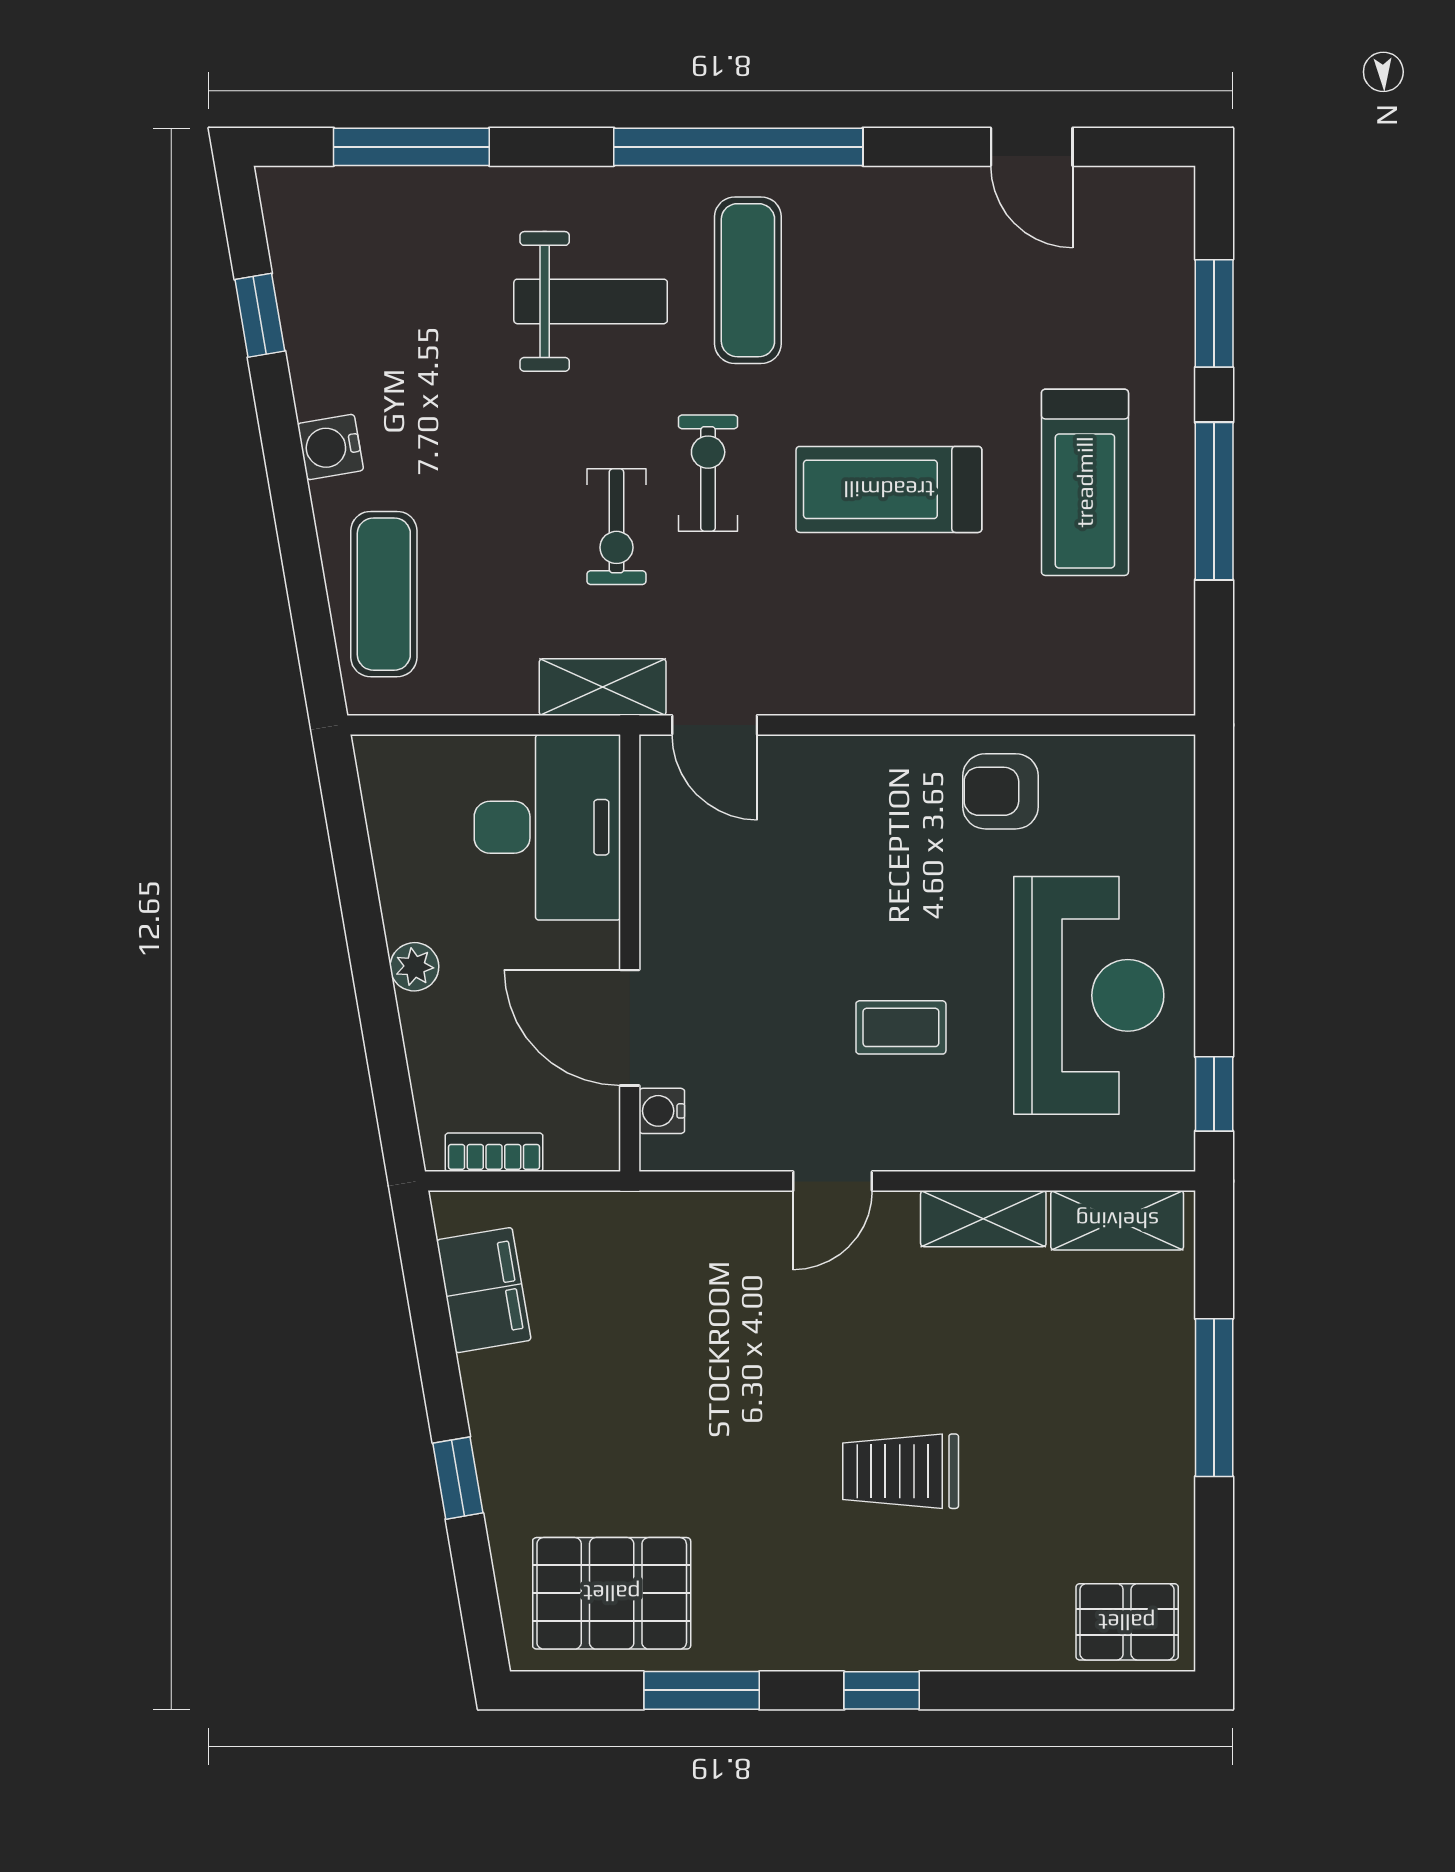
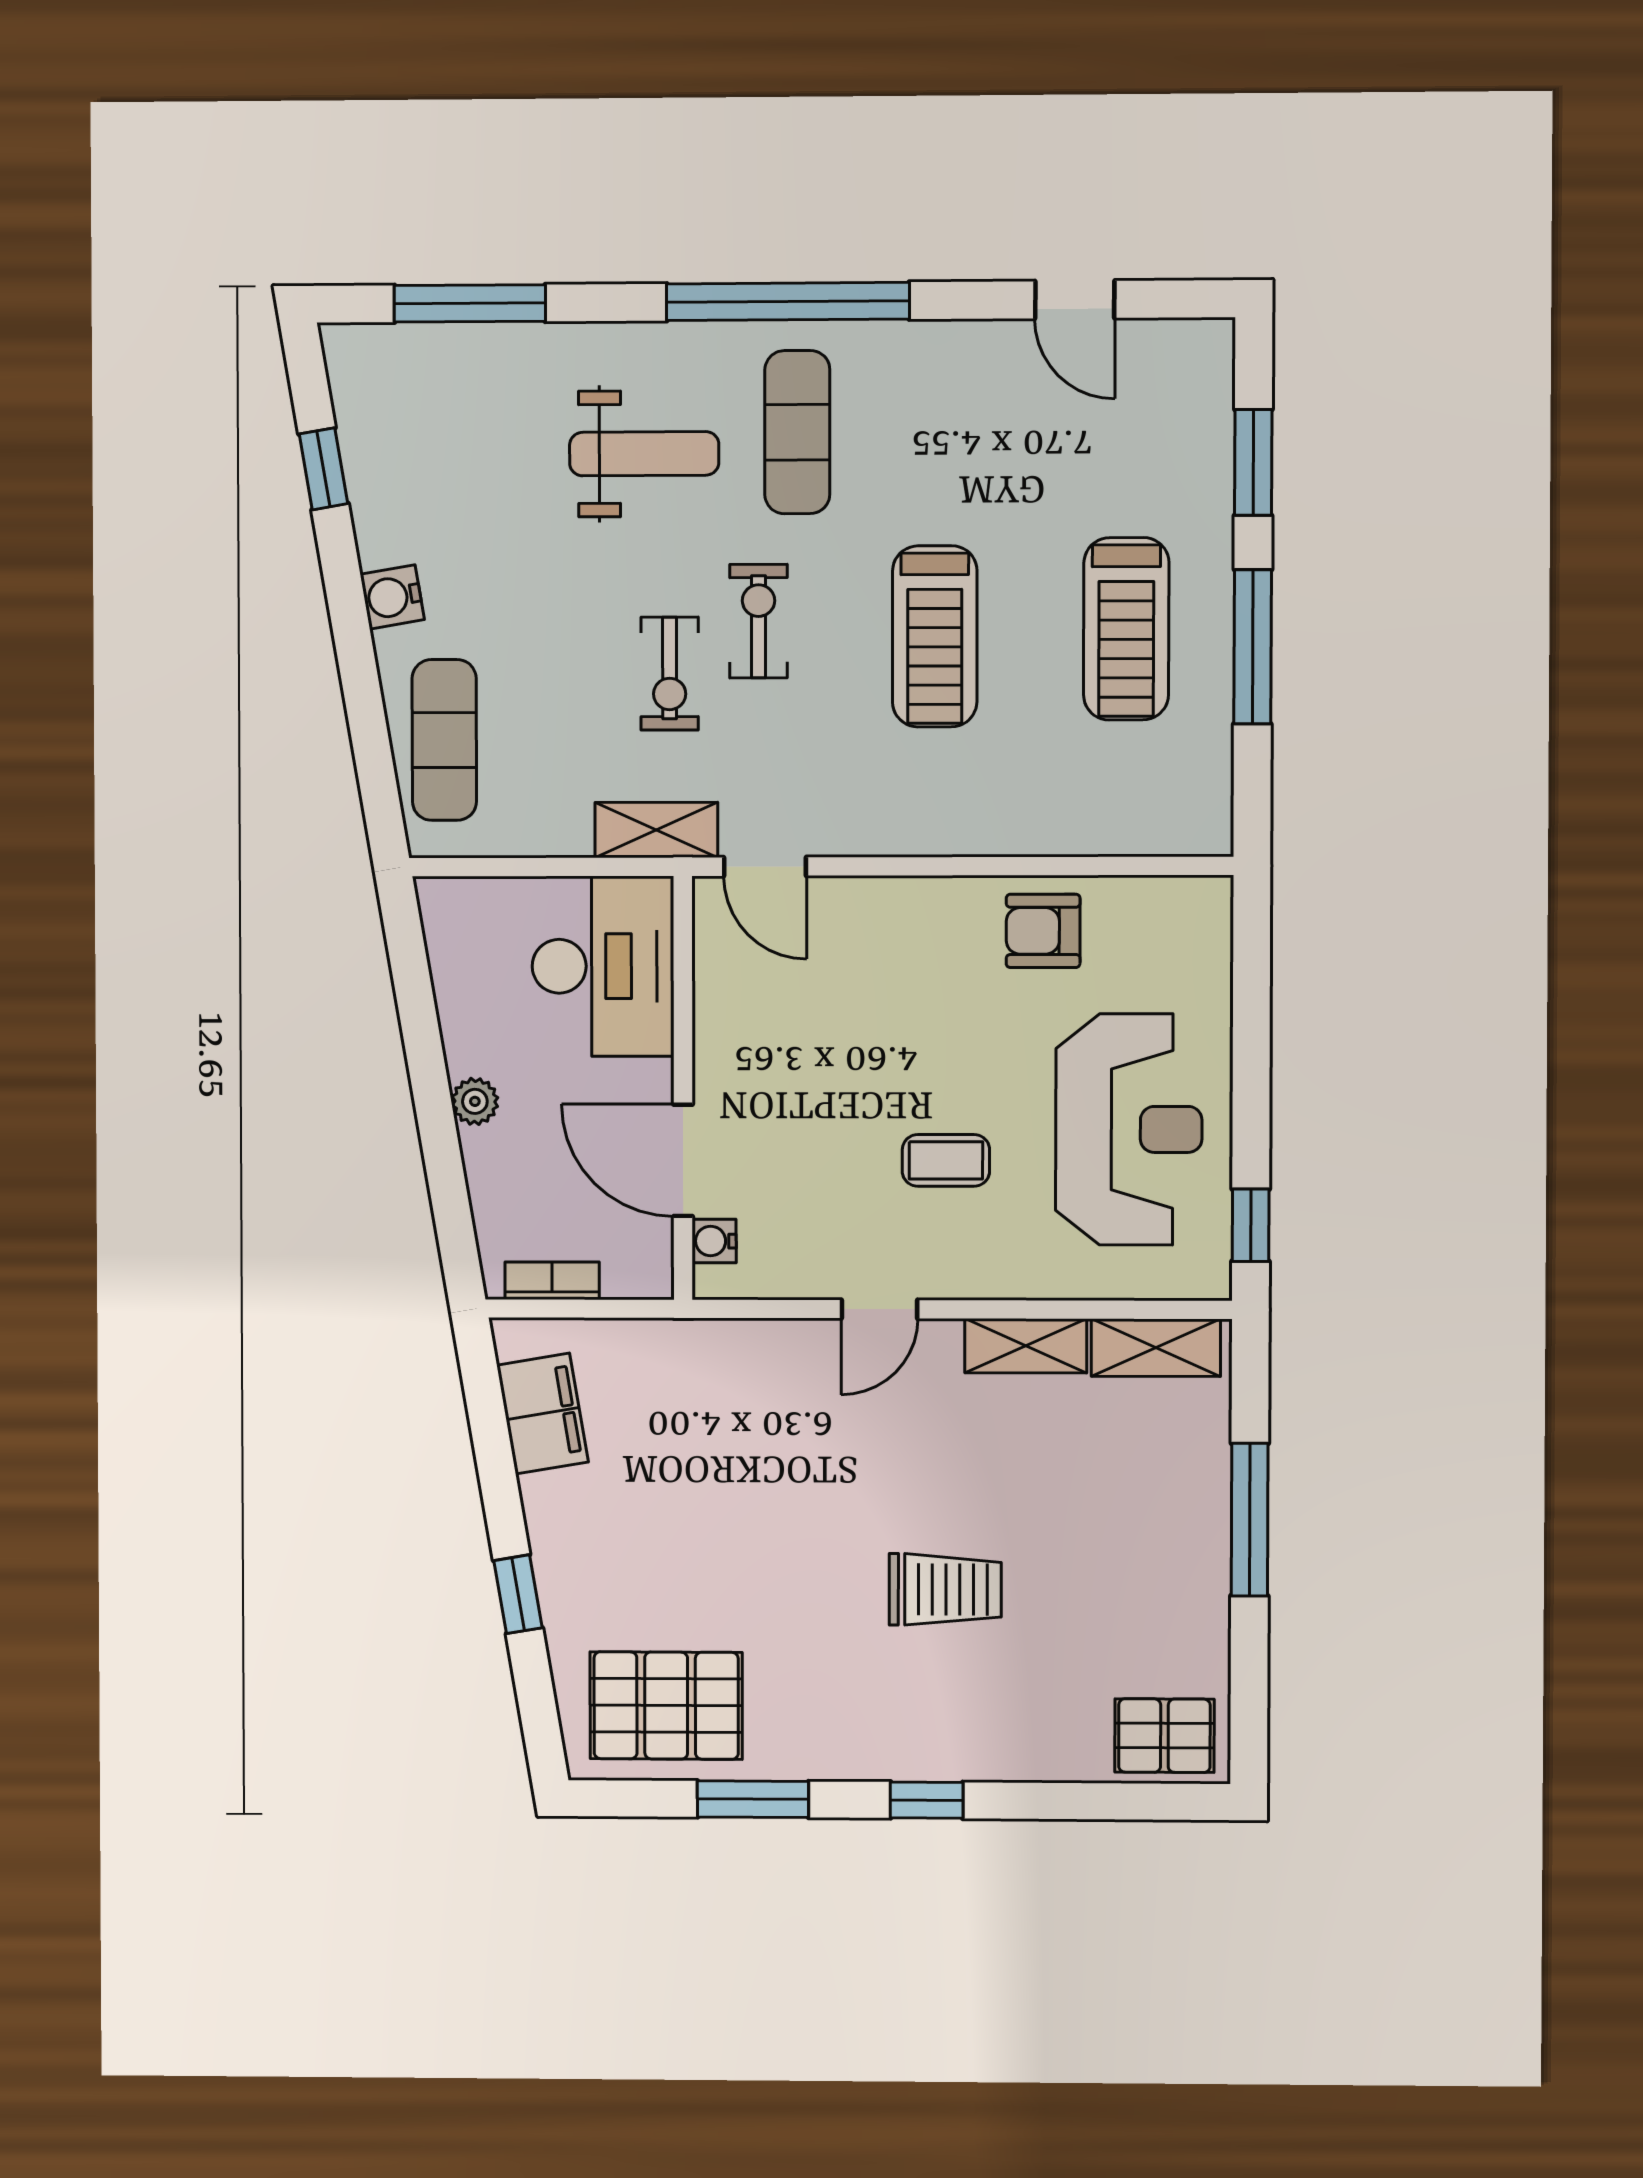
treadmill: (889, 489) -> (935, 636), turned -90
trolley: (901, 1471) -> (945, 1589), turned 180

